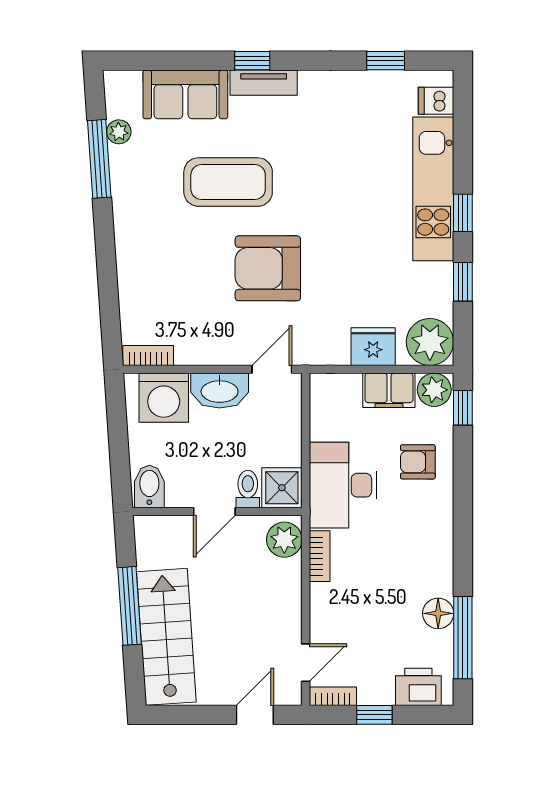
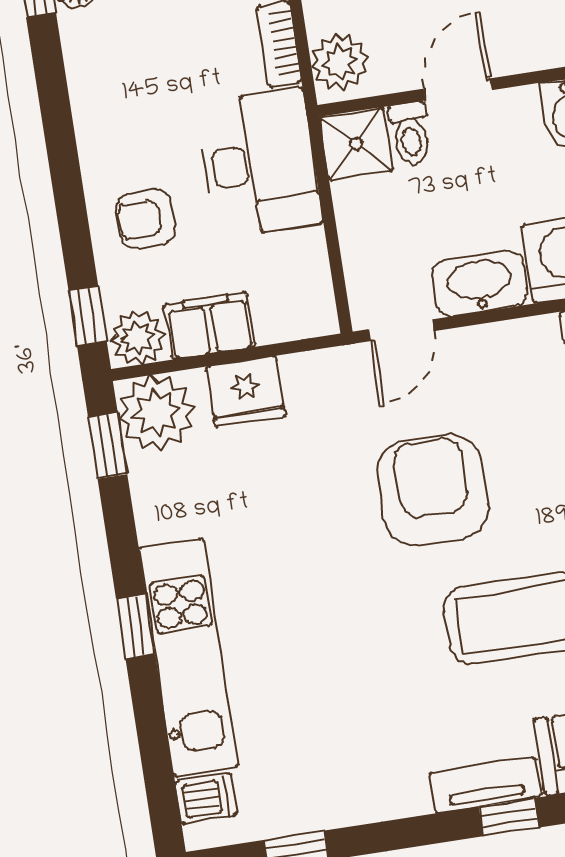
armchair: (268, 268) -> (433, 490), turned -90
window: (463, 282) -> (108, 446), moved
armchair: (418, 462) -> (146, 219), turned 180

